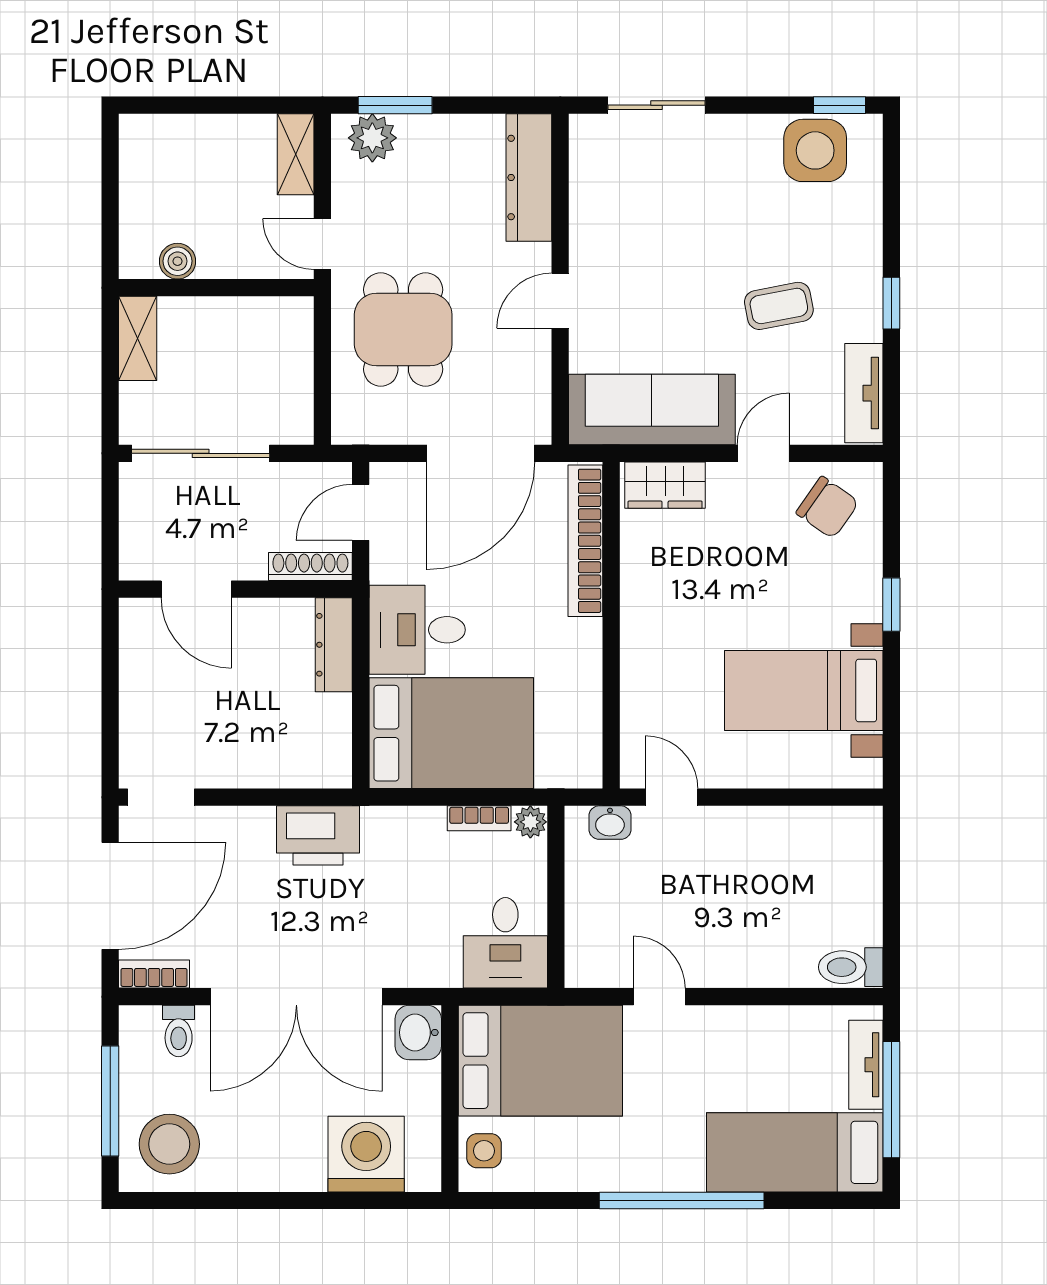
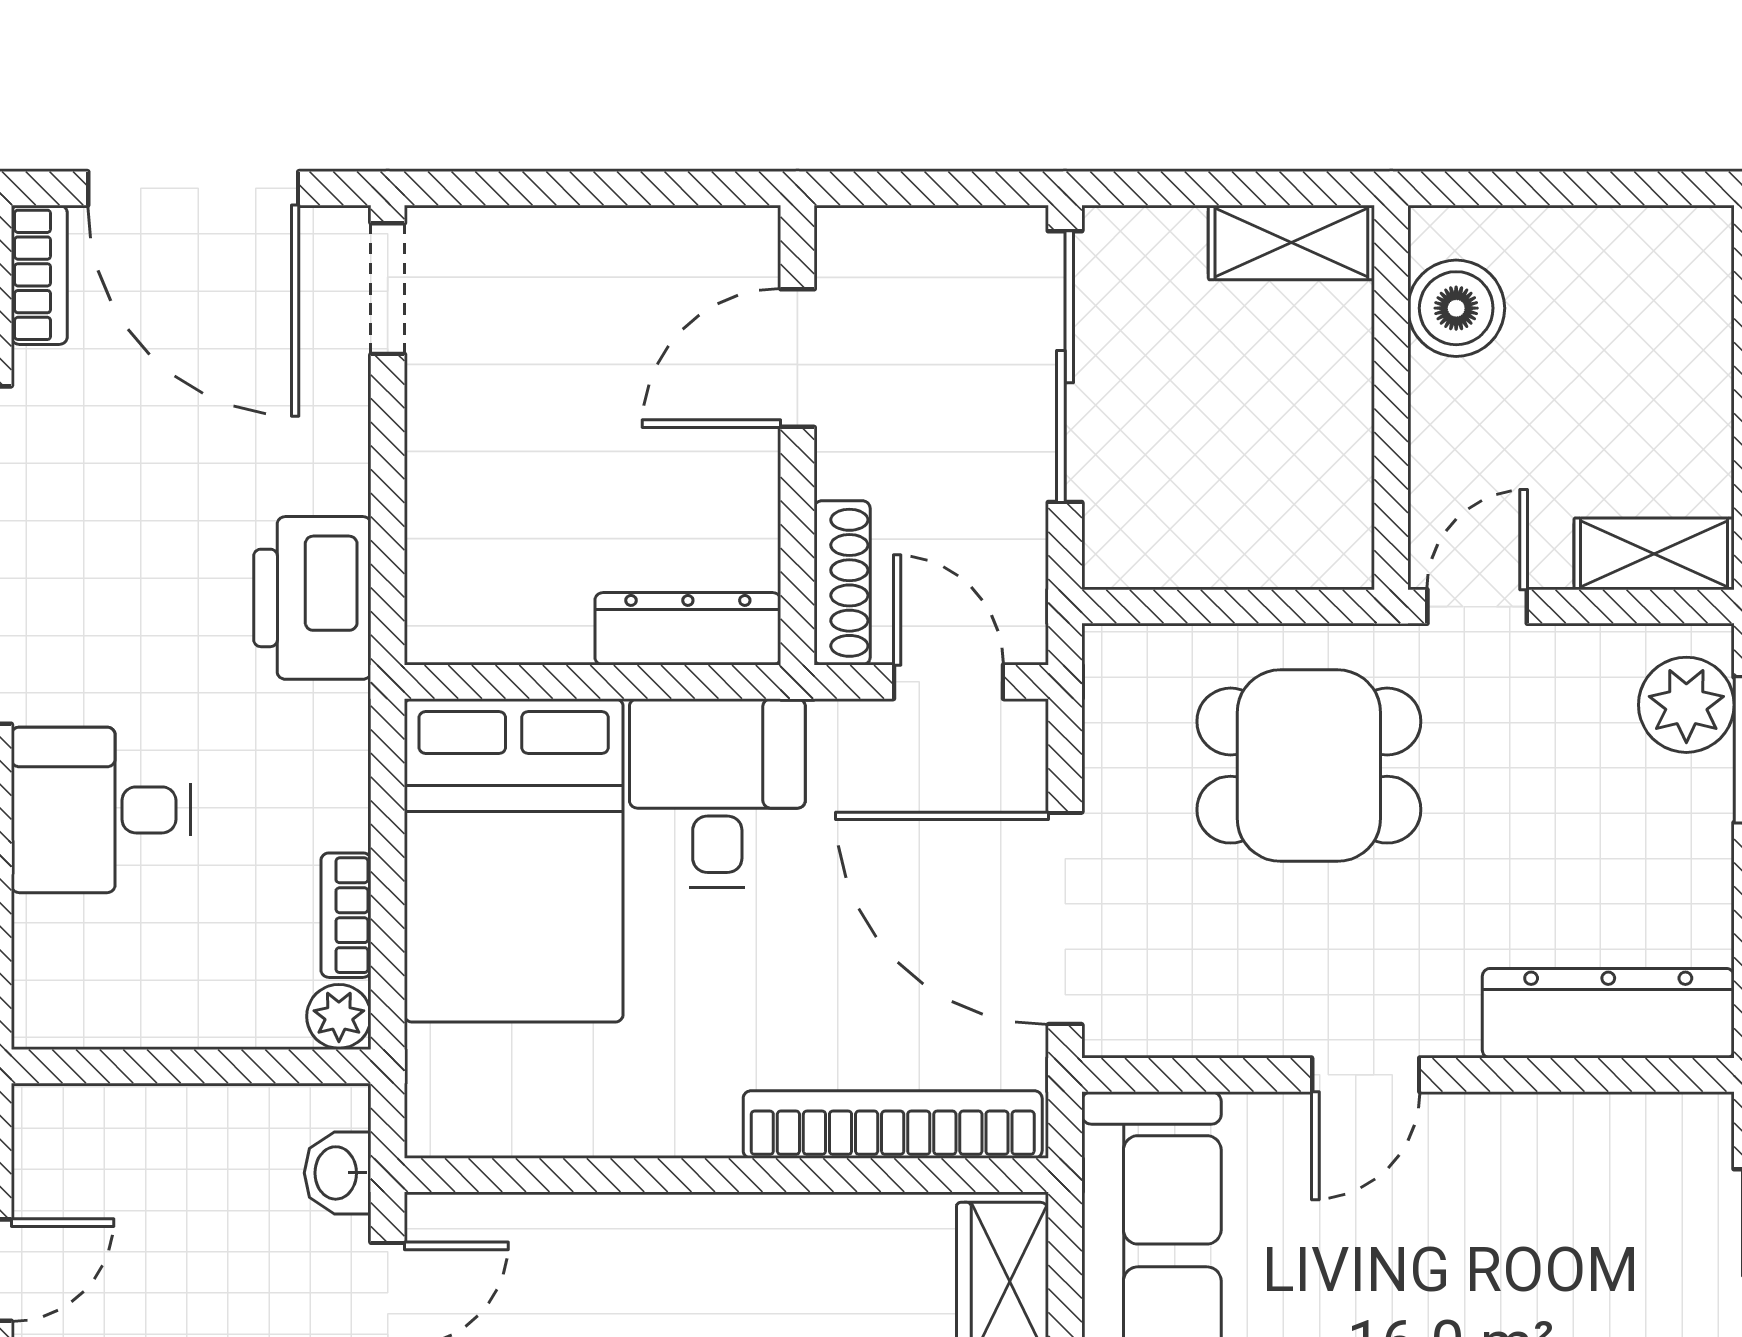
boiler: (178, 261) -> (1456, 308), width x1.36, depth x1.36
door: (560, 301) -> (1366, 1075), swing flipped
desk: (505, 943) -> (101, 810), moved

